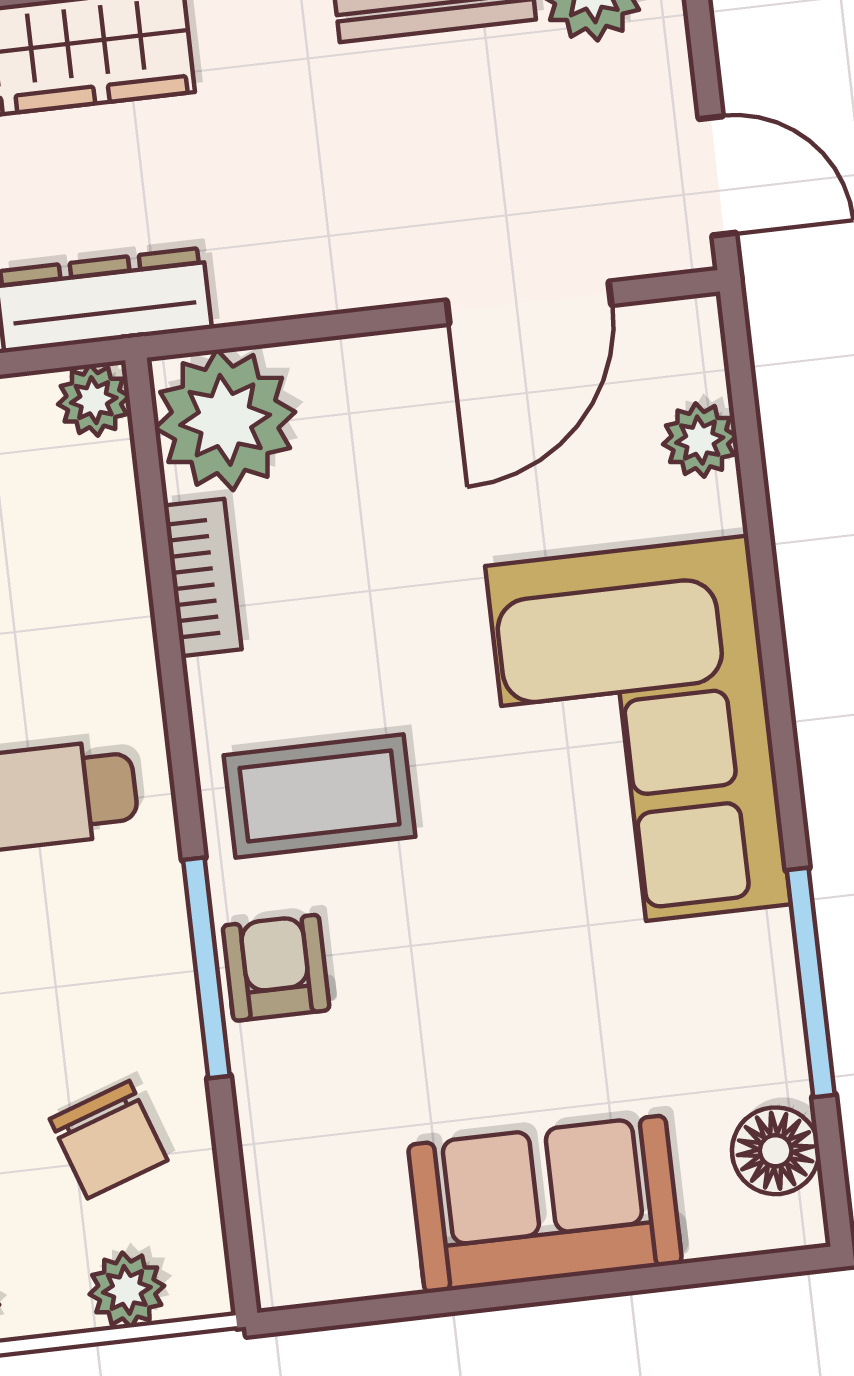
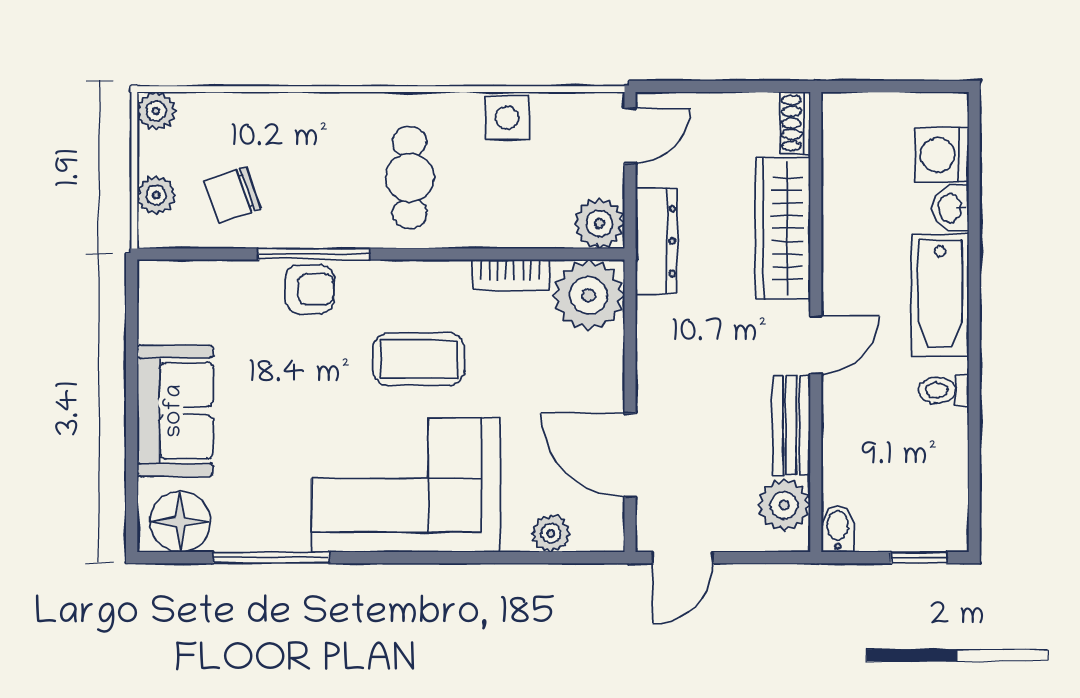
plant: (94, 400) -> (599, 223), width x1.38, depth x1.38
coffee table: (320, 796) -> (419, 359), moved, turned 90
floor lamp: (776, 1151) -> (180, 522), width x1.38, depth x1.38

